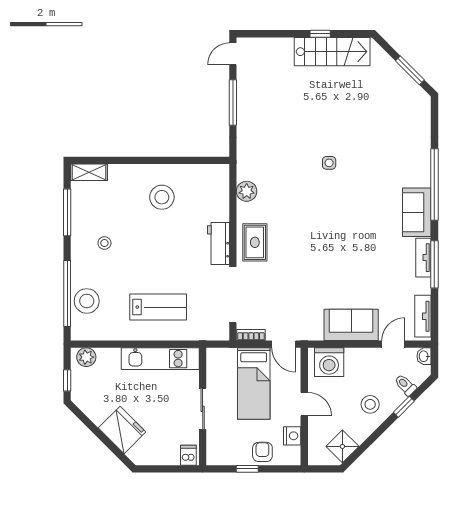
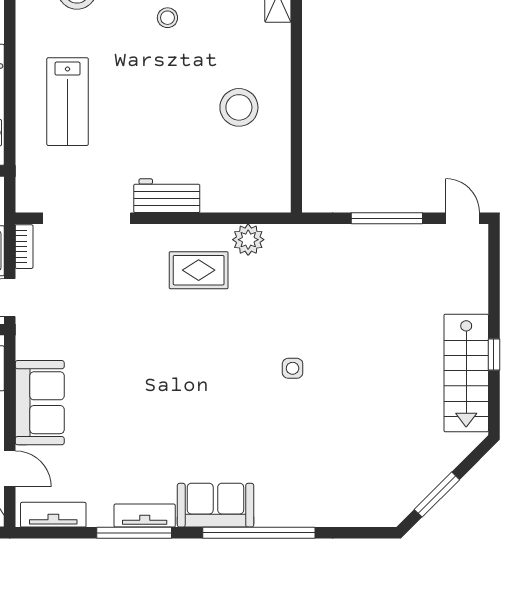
rug: (255, 242) -> (199, 270), moved

